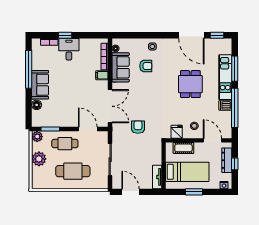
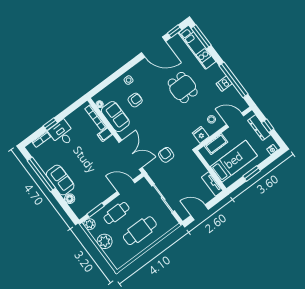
window: (235, 69) -> (201, 37), moved
kitchen unit: (225, 77) -> (197, 47), moved

